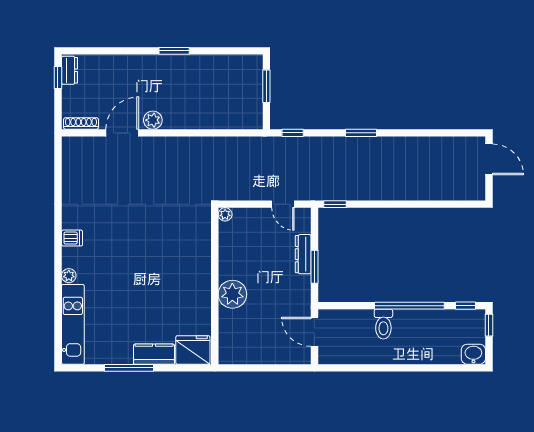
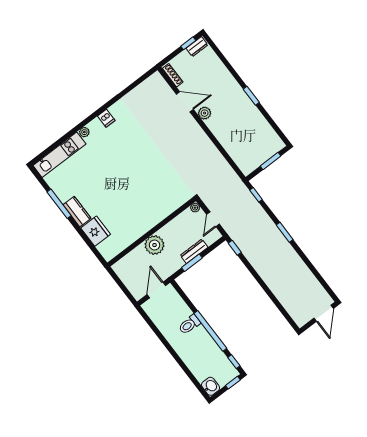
plant: (225, 214) -> (195, 208), moved
wall: (215, 286) -> (152, 232), moved
plant: (232, 294) -> (154, 245), moved

